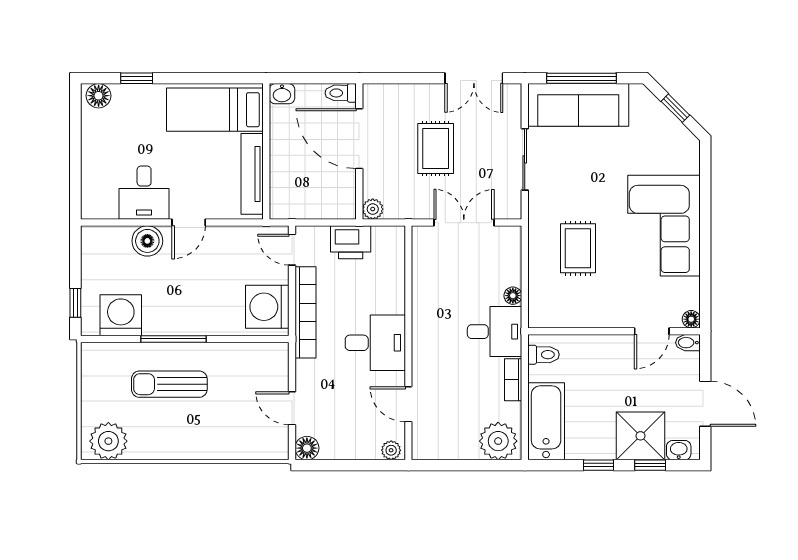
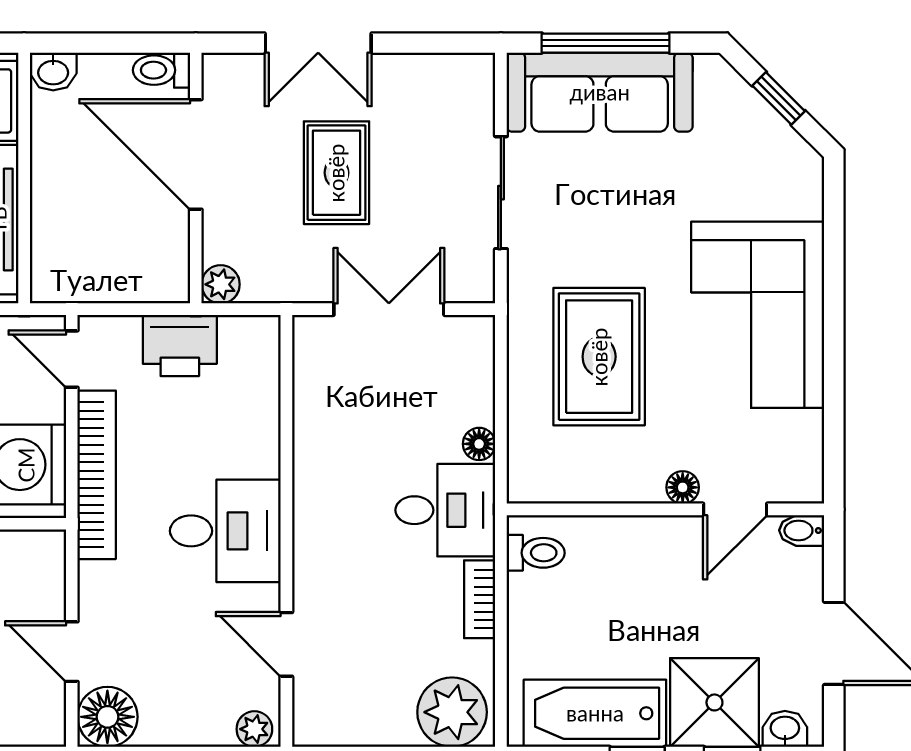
double door: (474, 78) -> (318, 43), moved
rug: (578, 248) -> (599, 357), width x1.36, depth x1.43
floor lamp: (691, 319) -> (683, 487), moved
bathtub: (546, 421) -> (595, 713), moved, turned -90
floor lamp: (307, 448) -> (107, 717), width x1.38, depth x1.38

